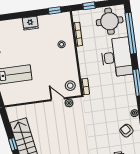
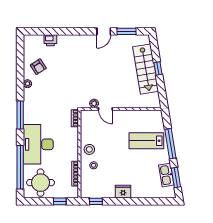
stool: (70, 86) -> (89, 149), moved

